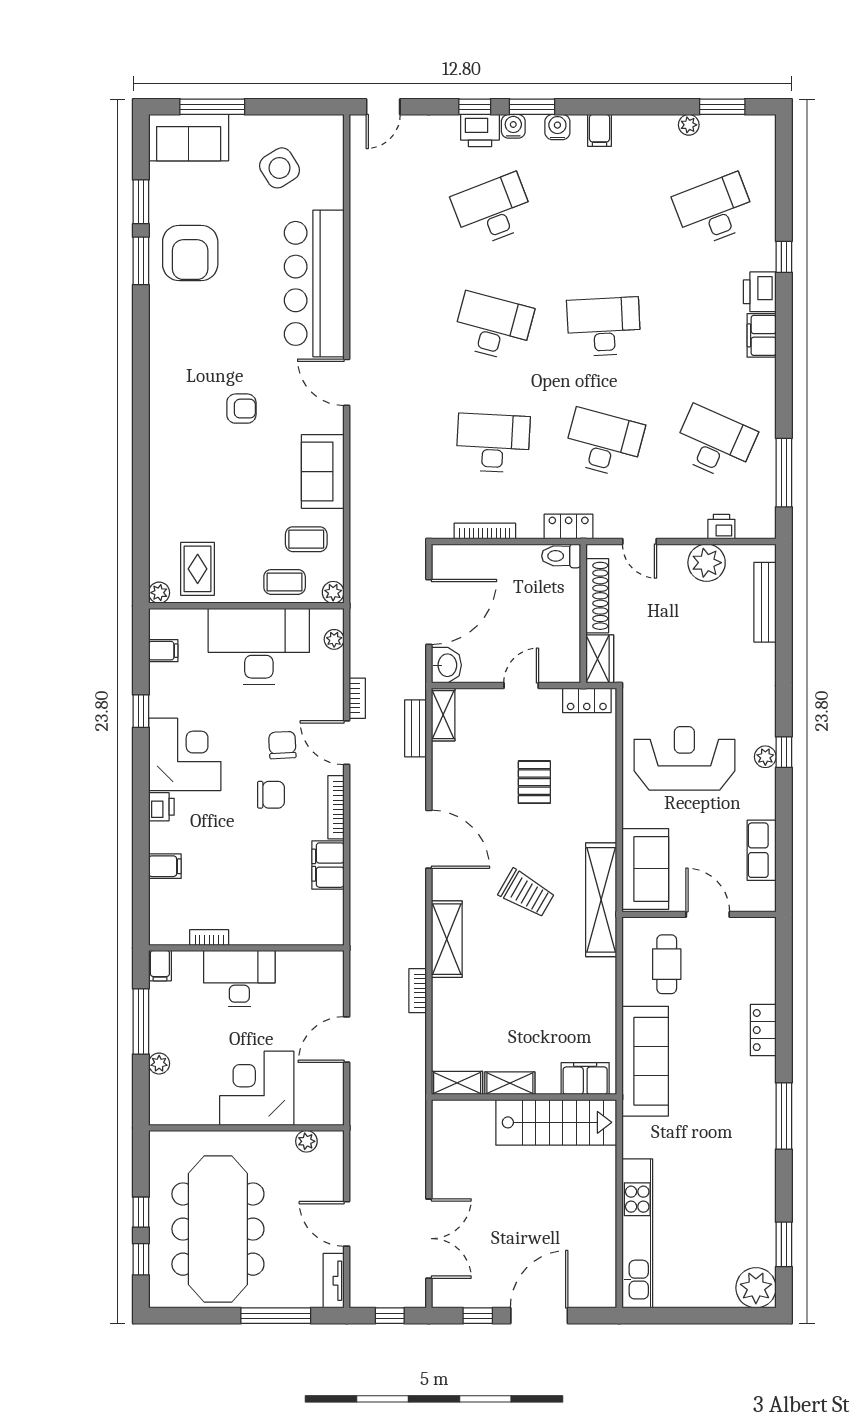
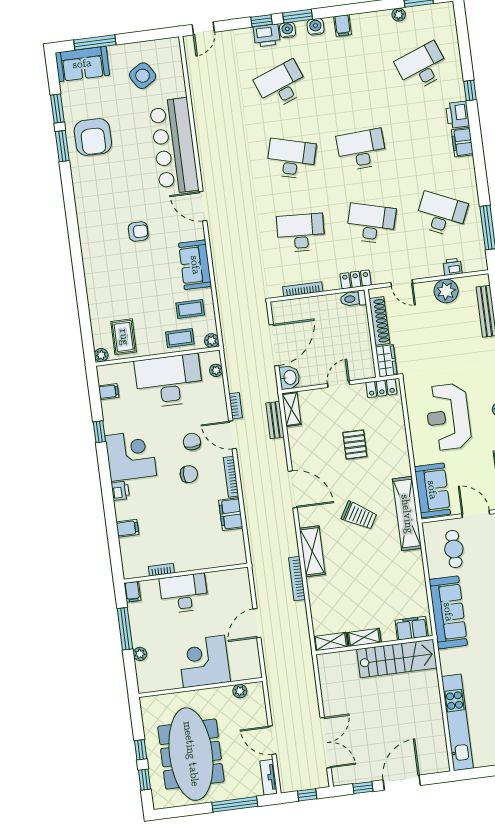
reception desk: (684, 758) -> (448, 417), turned -90
bookcase: (418, 991) -> (297, 579), width x1.56

